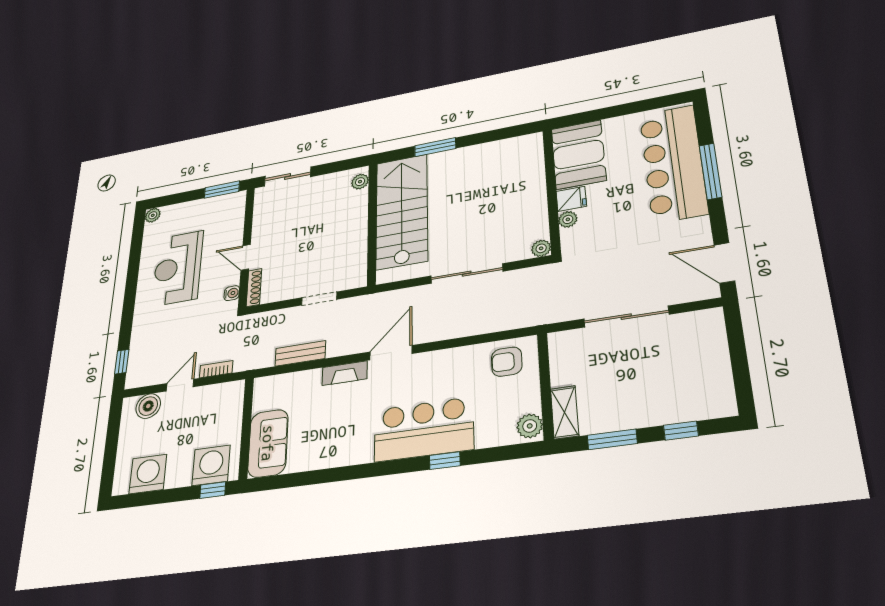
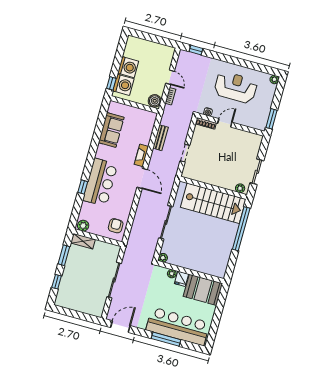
window: (435, 147) -> (241, 229), width x2.11
sliding door: (288, 177) -> (257, 172), moved
boiler: (148, 406) -> (155, 101), moved
sofa: (268, 443) -> (111, 130), moved, turned -90
washing machine: (148, 474) -> (128, 67), moved

